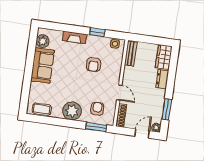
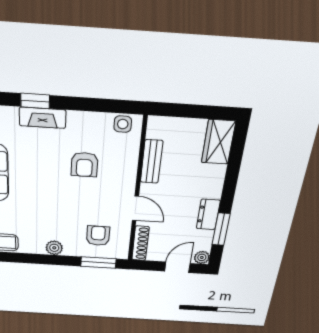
window: (97, 32) -> (35, 101), moved
bench: (131, 54) -> (152, 162), moved
dresser: (162, 79) -> (208, 214), moved
plant: (72, 111) -> (54, 248), width x0.53, depth x0.53

